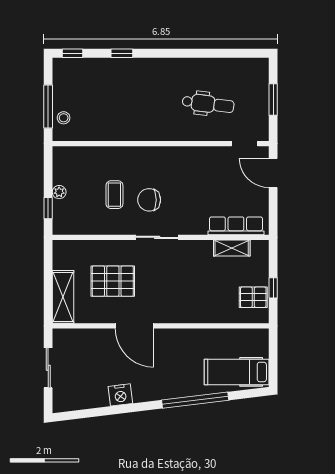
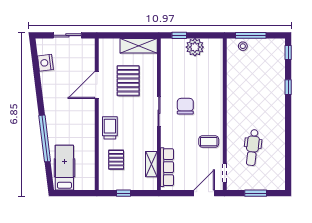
plant: (59, 192) -> (195, 47), width x1.88, depth x1.88
coffee table: (114, 195) -> (209, 142), moved
shelving: (63, 297) -> (139, 46), moved
pallet: (253, 297) -> (116, 160), moved
trolley: (180, 307) -> (110, 128), added
door: (134, 326) -> (97, 85), moved
nightstand: (120, 395) -> (45, 63), moved

